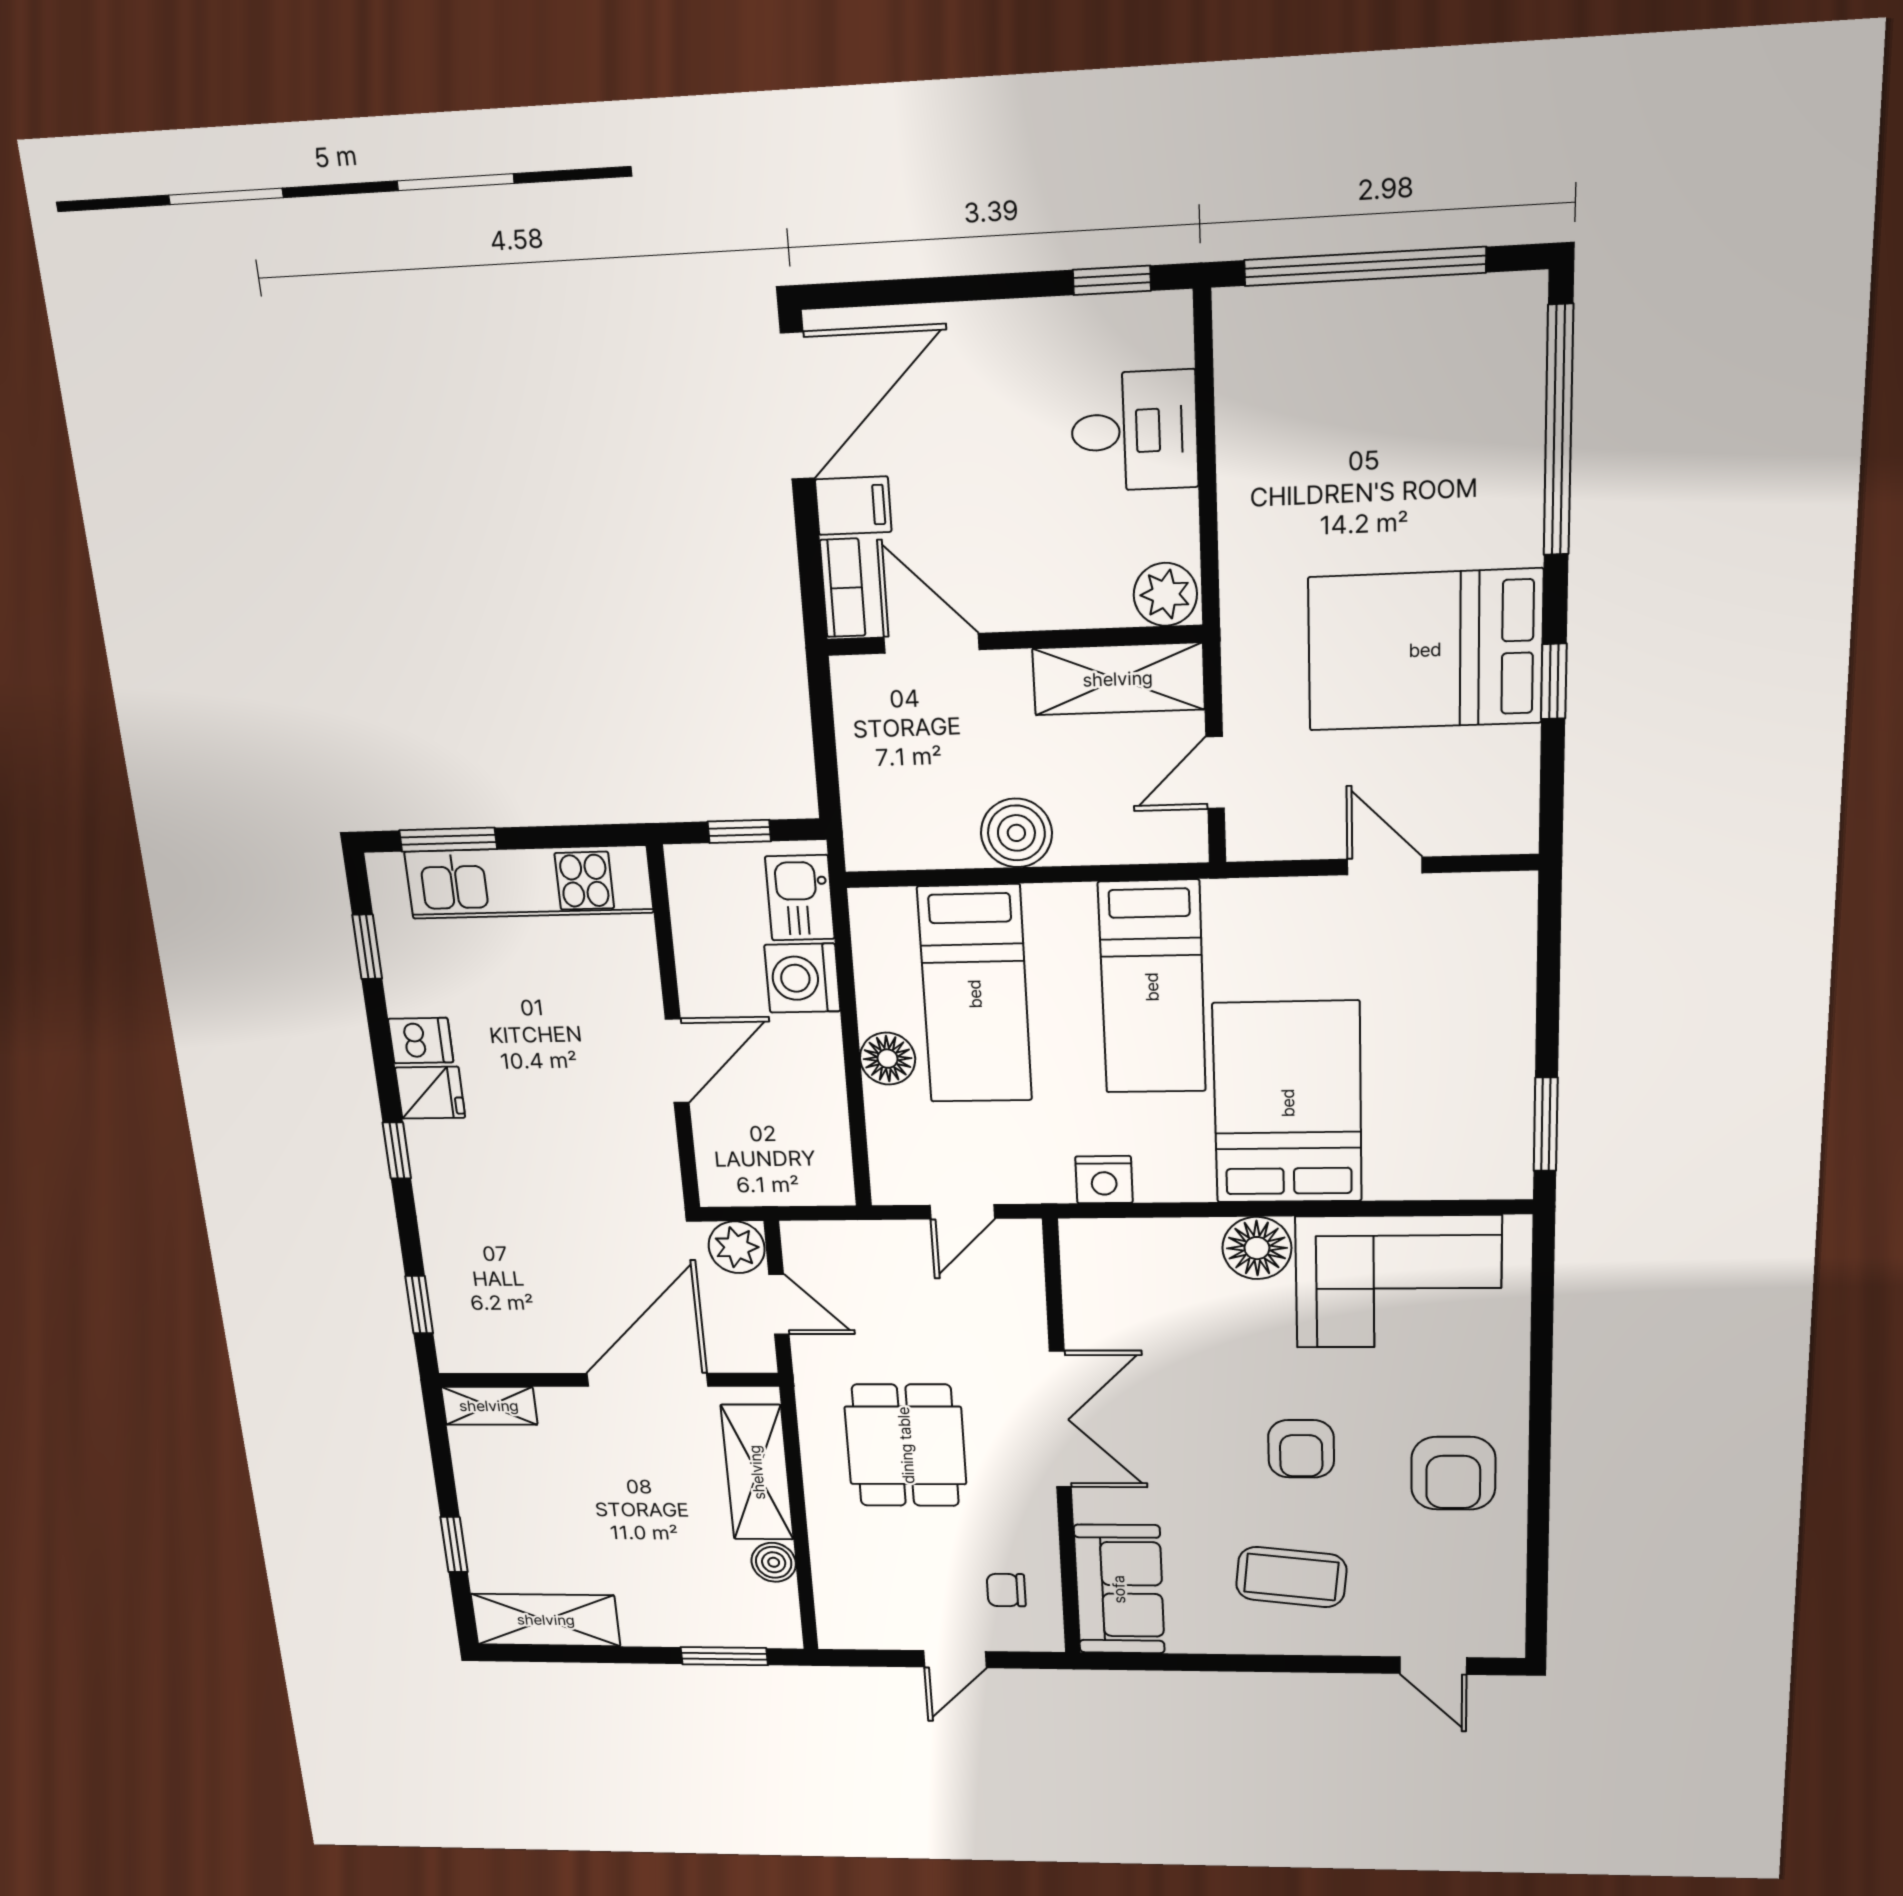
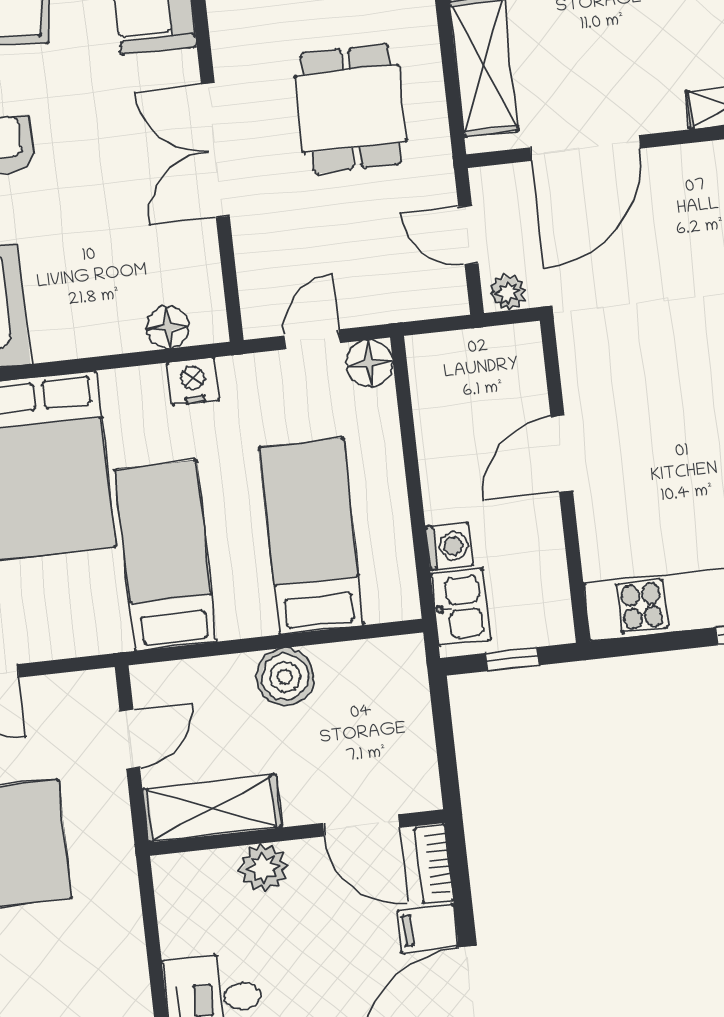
plant: (1165, 594) -> (263, 868), moved
washing machine: (802, 978) -> (449, 546), width x0.73, depth x0.73
floor lamp: (888, 1059) -> (370, 363), moved
plant: (737, 1247) -> (508, 292), width x0.73, depth x0.73
floor lamp: (1257, 1248) -> (168, 327), moved, width x0.73, depth x0.73

